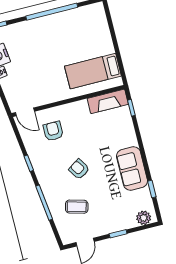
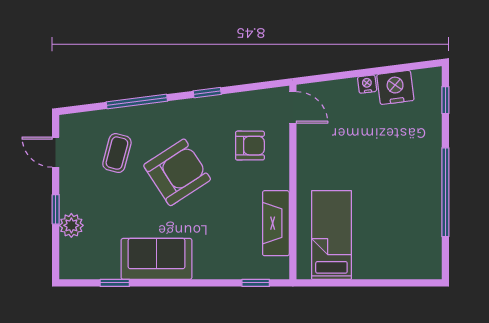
fireplace: (108, 101) -> (276, 223), moved
door: (25, 112) -> (293, 107), swing flipped
armchair: (79, 169) -> (177, 172), width x1.88, depth x1.88
plant: (144, 218) -> (71, 225), moved

